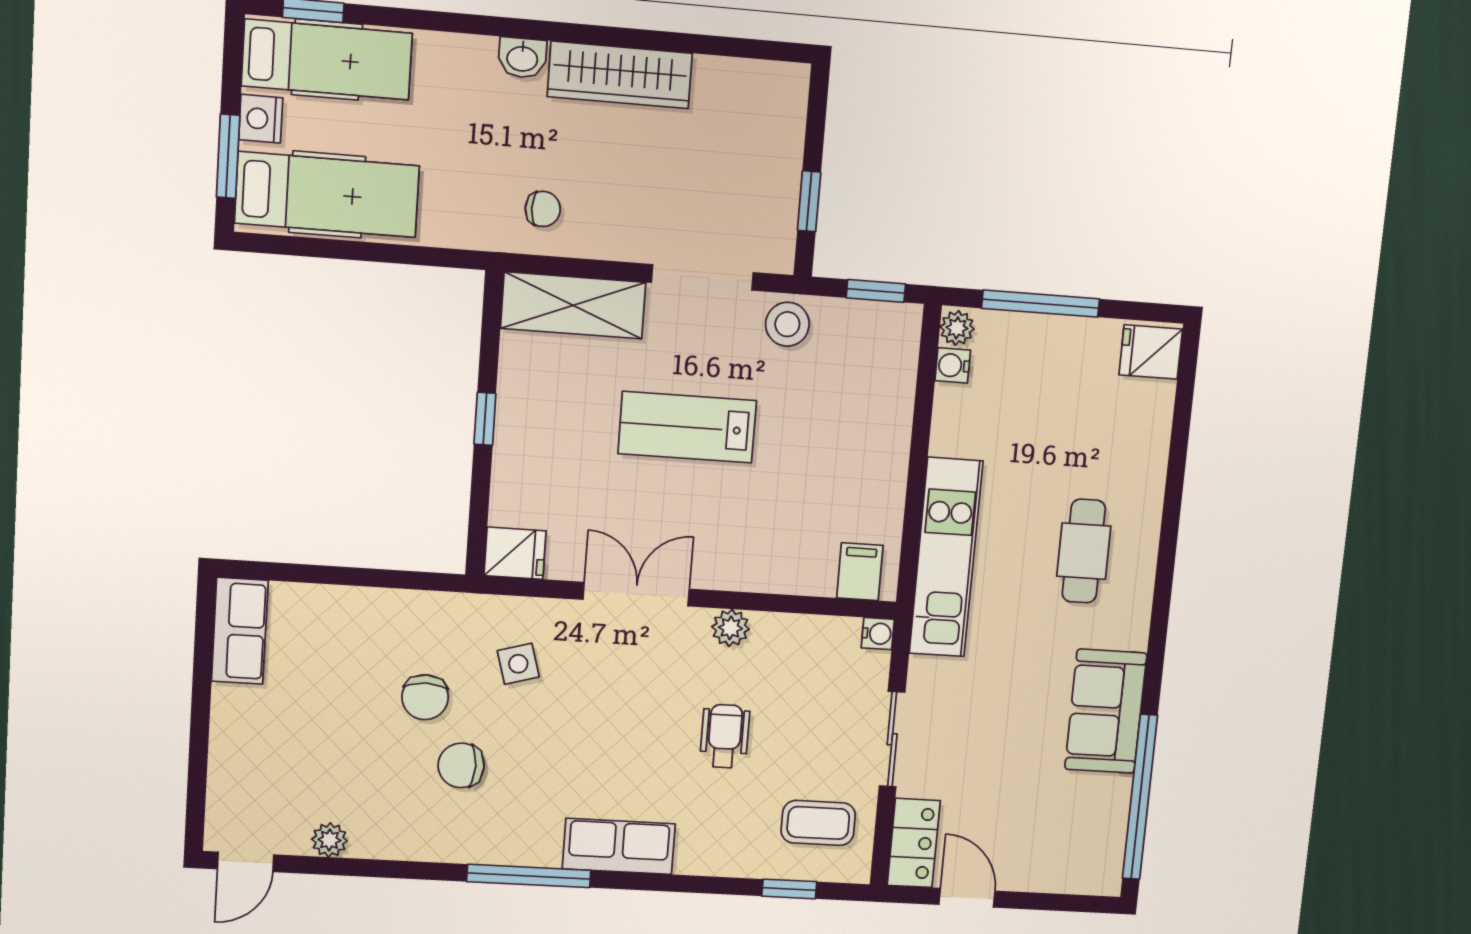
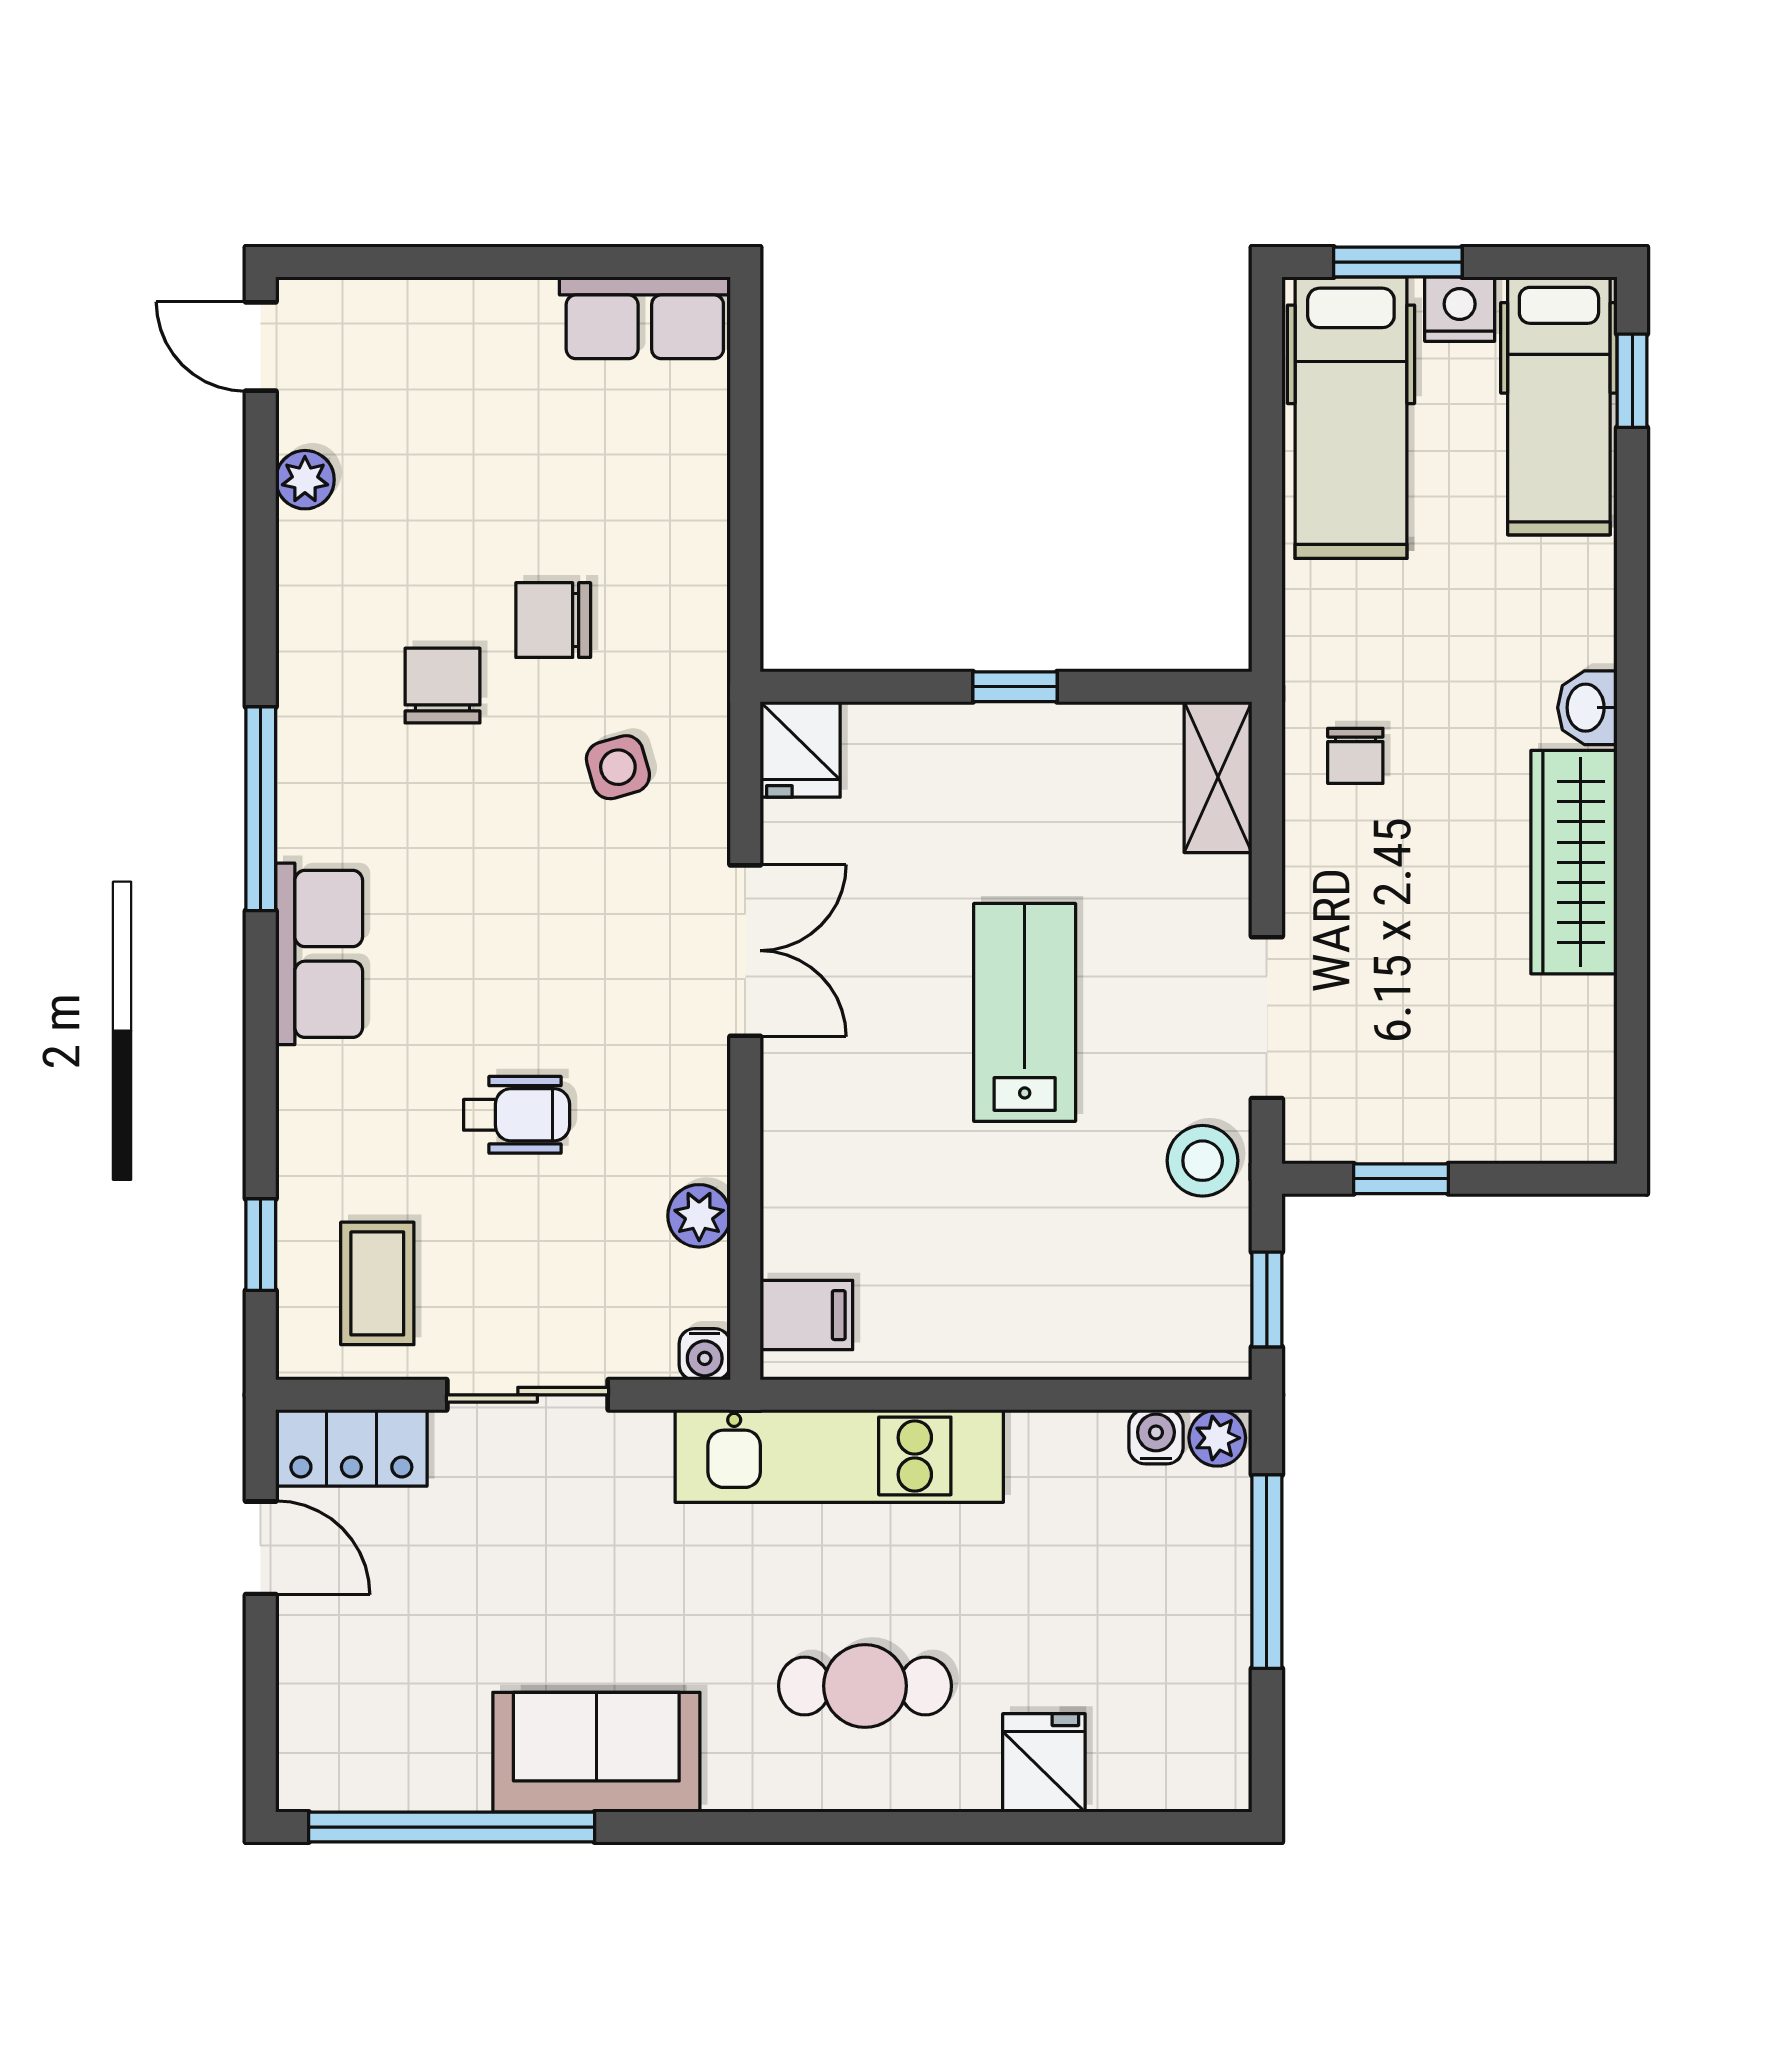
shelving: (573, 305) -> (1218, 777), width x0.67, depth x0.75
fridge: (1151, 352) -> (1044, 1763), moved
plant: (730, 628) -> (699, 1216), moved
door: (967, 898) -> (261, 1548), hinge flipped

